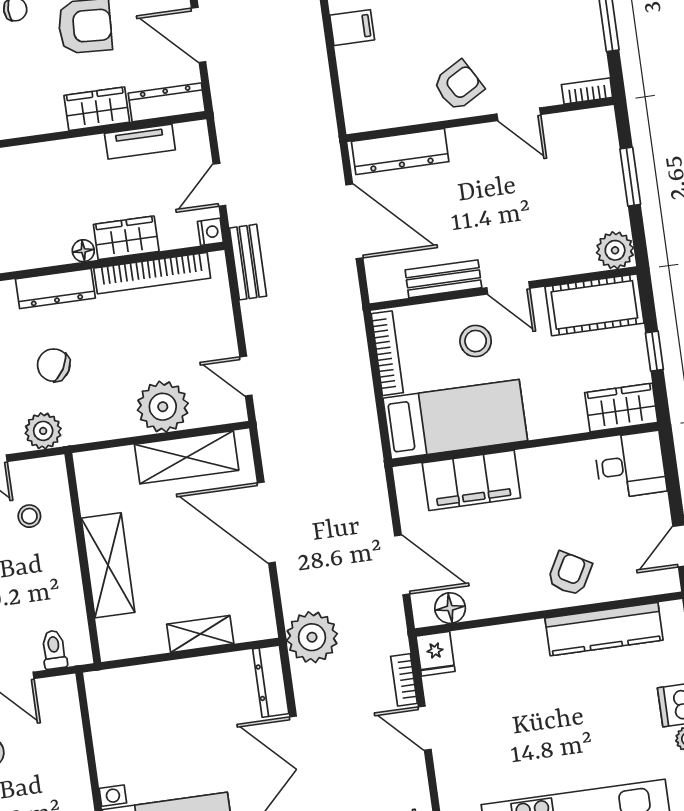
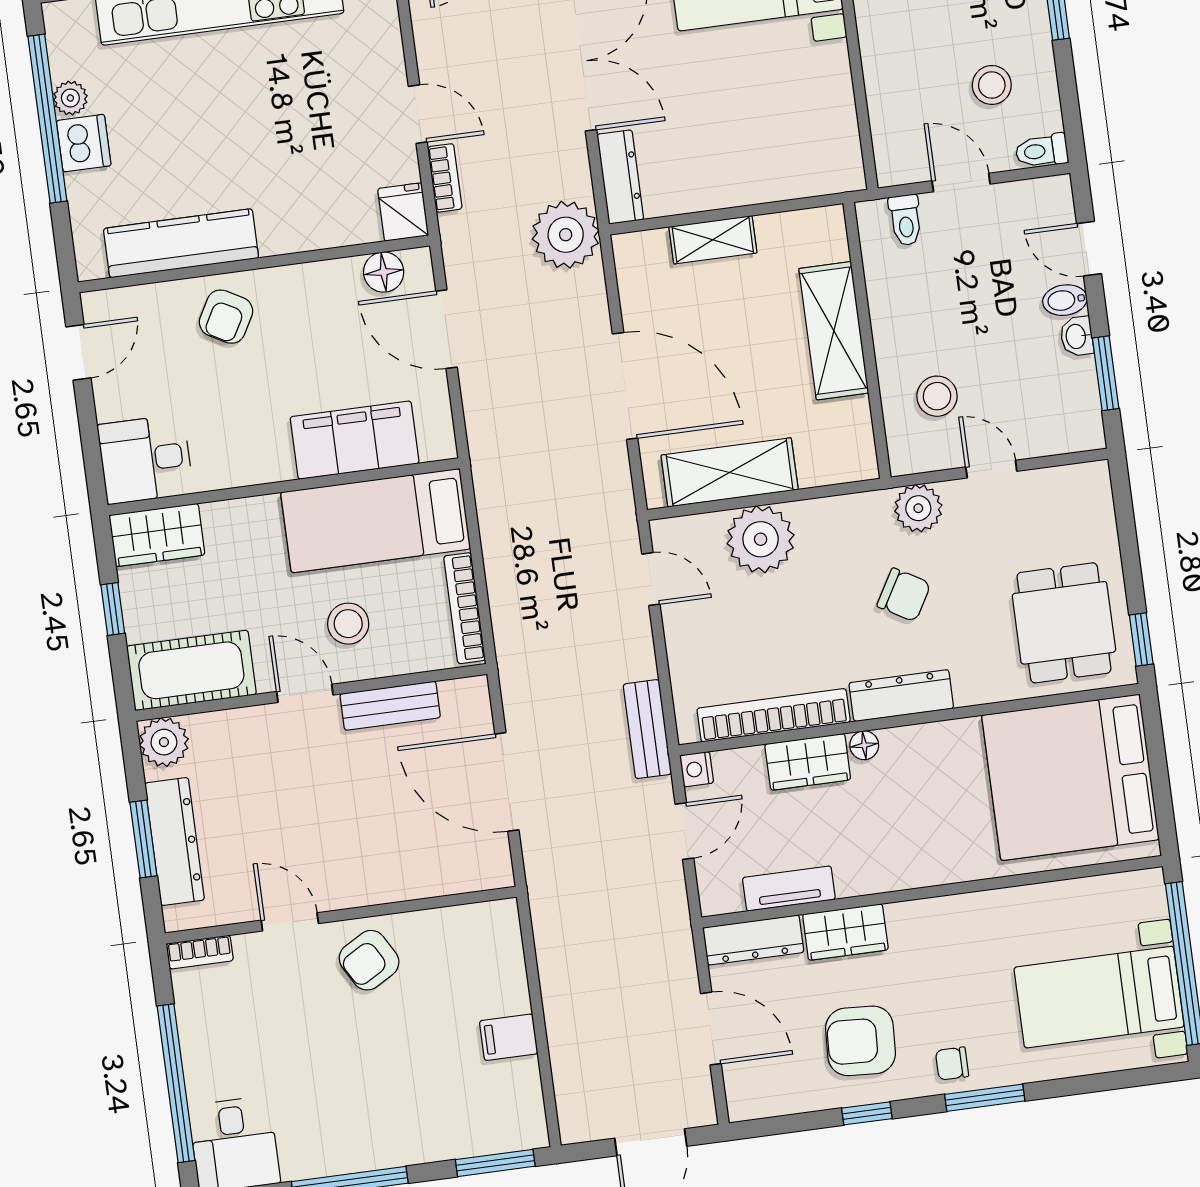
dresser: (400, 152) -> (175, 842), moved, turned 90
stool: (29, 516) -> (937, 396), width x1.37, depth x1.37

